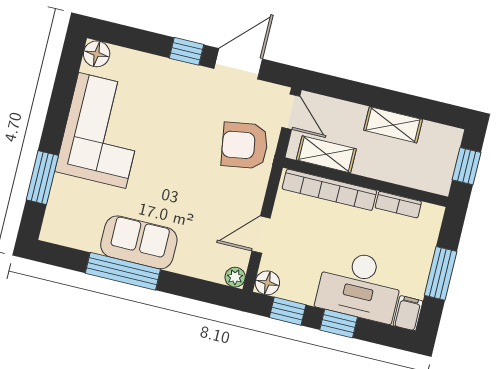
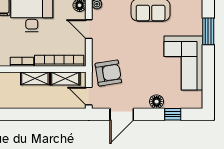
window: (187, 51) -> (173, 114), moved
floor lamp: (97, 54) -> (157, 102), moved
shelving: (393, 125) -> (35, 78), moved
door: (261, 235) -> (89, 29), swing flipped

